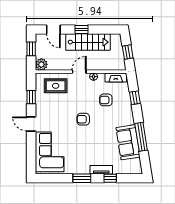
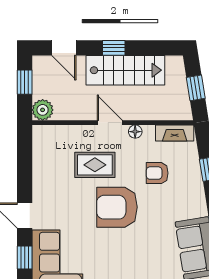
door: (79, 72) -> (110, 123), hinge flipped
rug: (56, 86) -> (95, 165), moved
window: (31, 97) -> (25, 257), moved
armchair: (83, 119) -> (117, 207), width x1.88, depth x1.88

